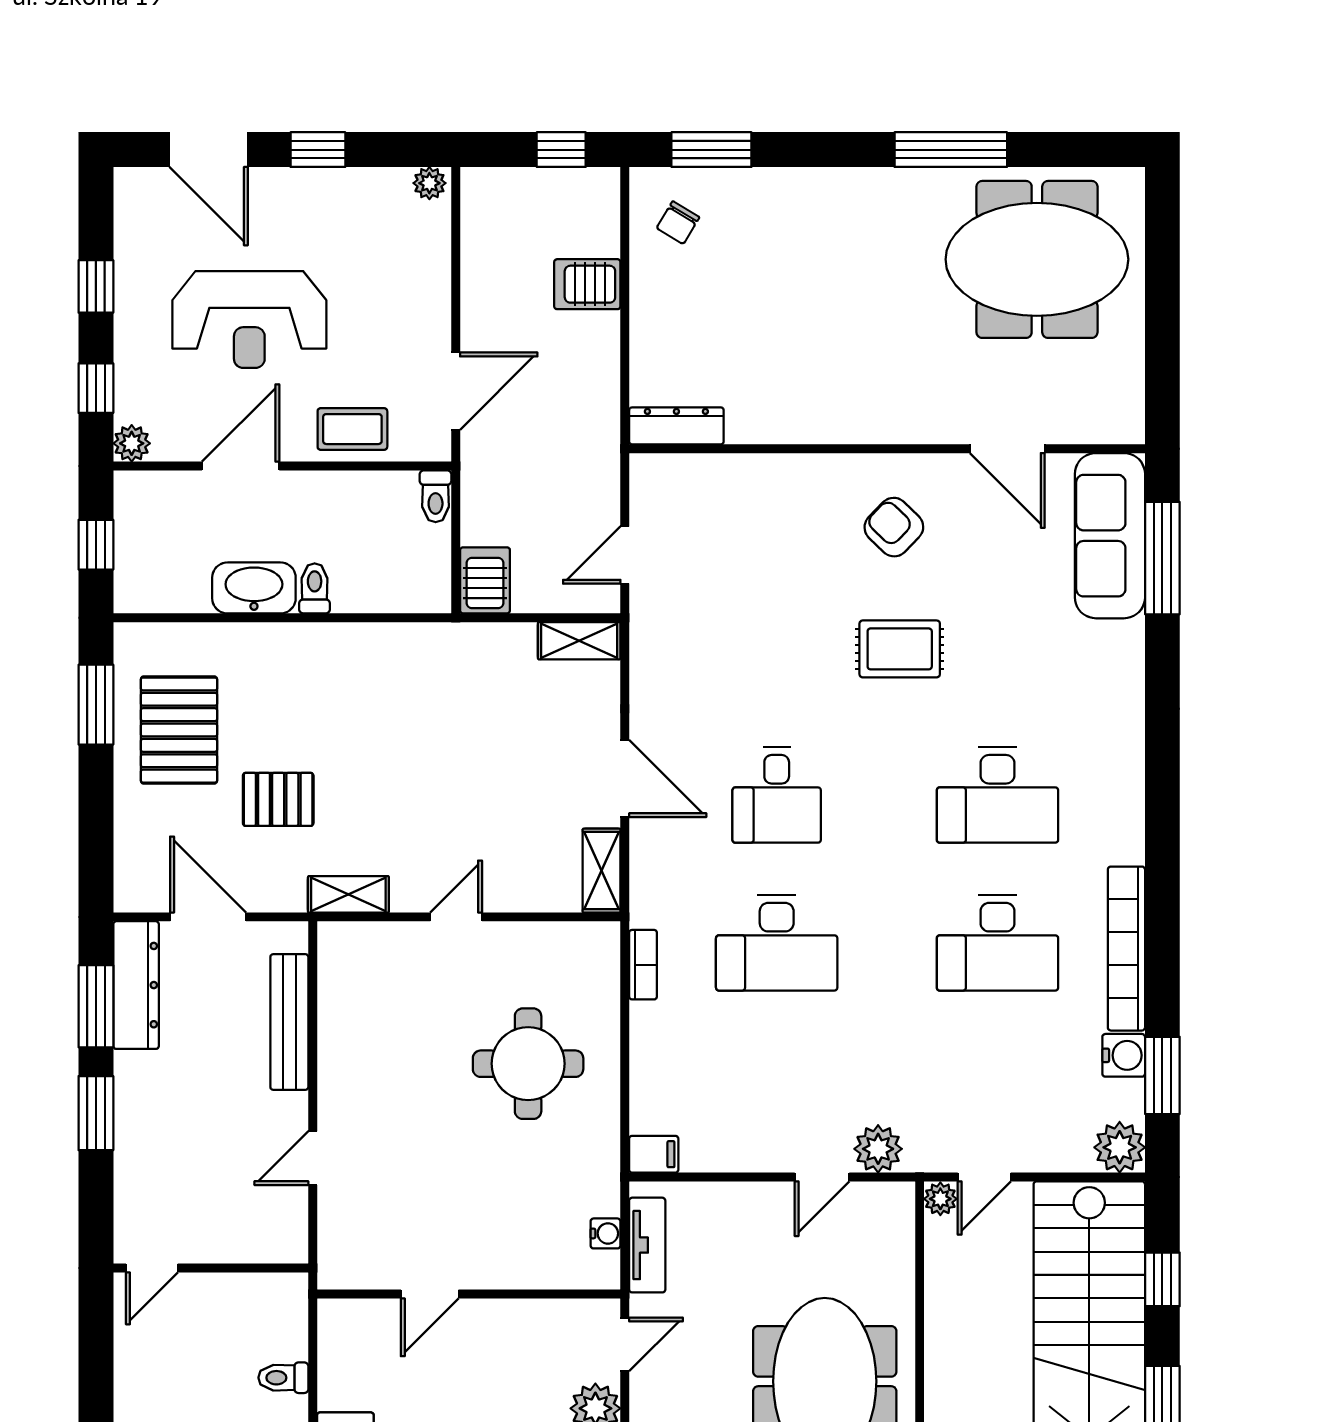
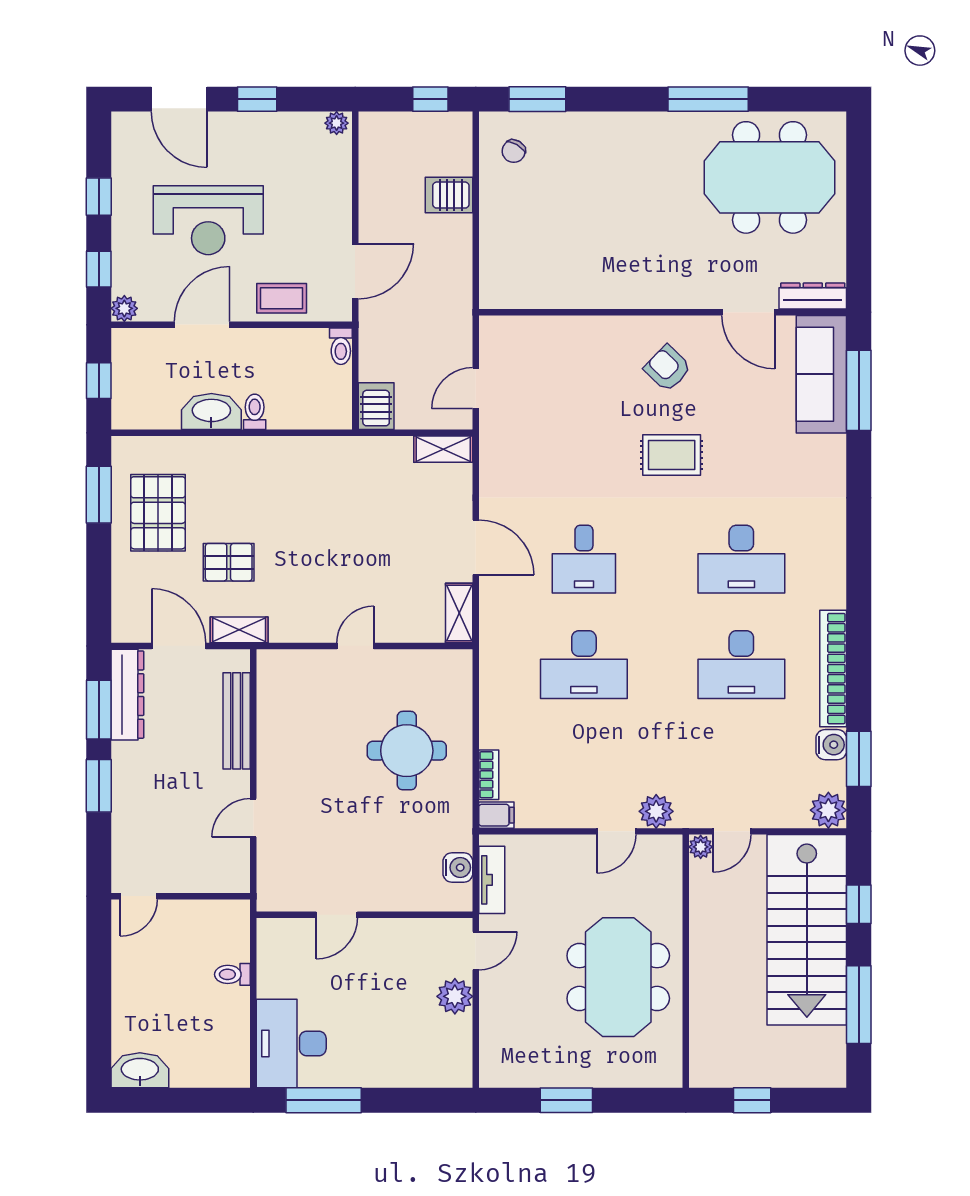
dresser: (676, 426) -> (813, 296), moved
shelving: (348, 894) -> (239, 630), moved
bookcase: (643, 965) -> (489, 775), moved
water cooler: (605, 1233) -> (458, 868), width x1.38, depth x1.38

